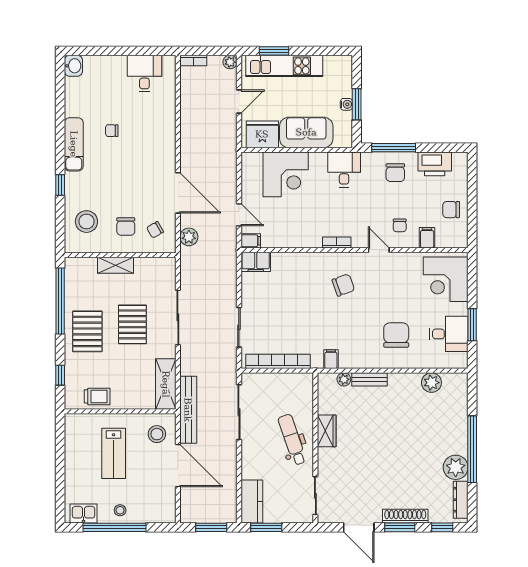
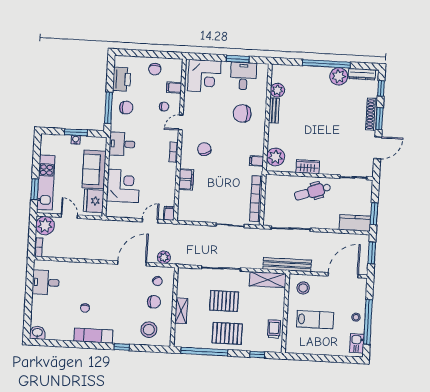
plant: (230, 62) -> (45, 226), width x1.87, depth x1.87
filing cabinet: (256, 262) -> (186, 179), moved
plant: (344, 379) -> (276, 157), width x1.88, depth x1.88
bench: (369, 379) -> (274, 111), moved
door: (178, 466) -> (343, 275), moved

